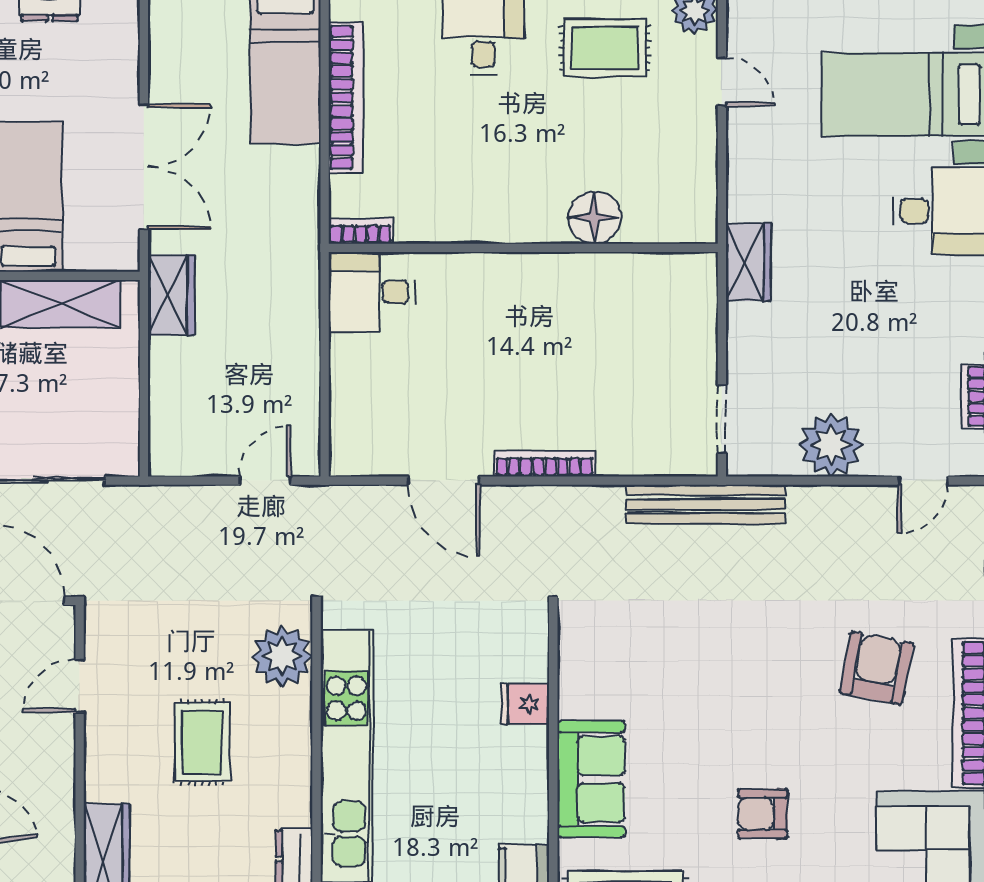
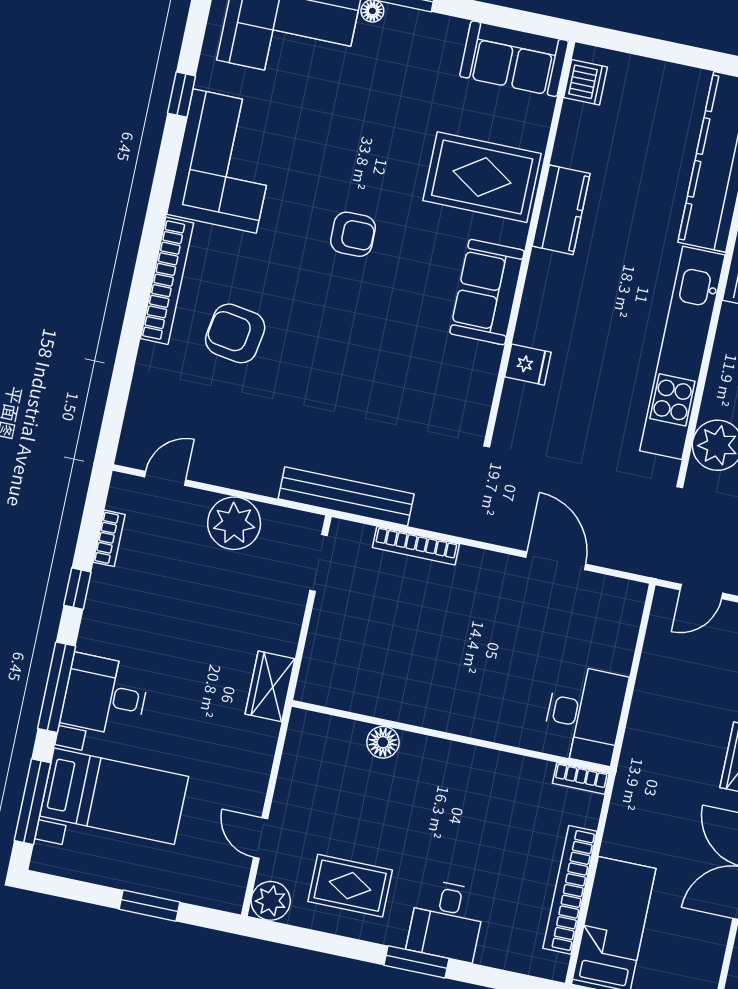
floor lamp: (595, 217) -> (383, 742), width x0.73, depth x0.73
desk: (372, 292) -> (585, 715), width x1.37
bookcase: (544, 464) -> (416, 546), moved
armchair: (877, 668) -> (235, 333), turned 88

